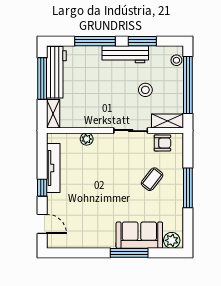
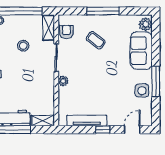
plant: (87, 139) -> (63, 81), moved
side table: (90, 236) -> (142, 91), added
window: (129, 253) -> (156, 81), moved

